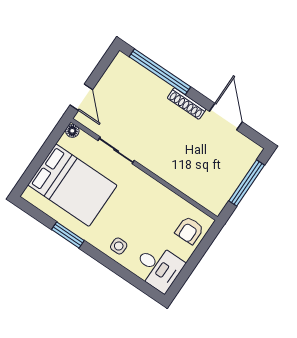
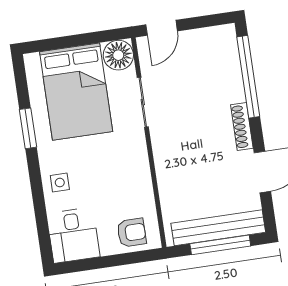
floor lamp: (72, 131) -> (118, 55), width x1.89, depth x1.89
bench: (235, 175) -> (218, 228), added
armchair: (189, 230) -> (132, 233), turned 180

